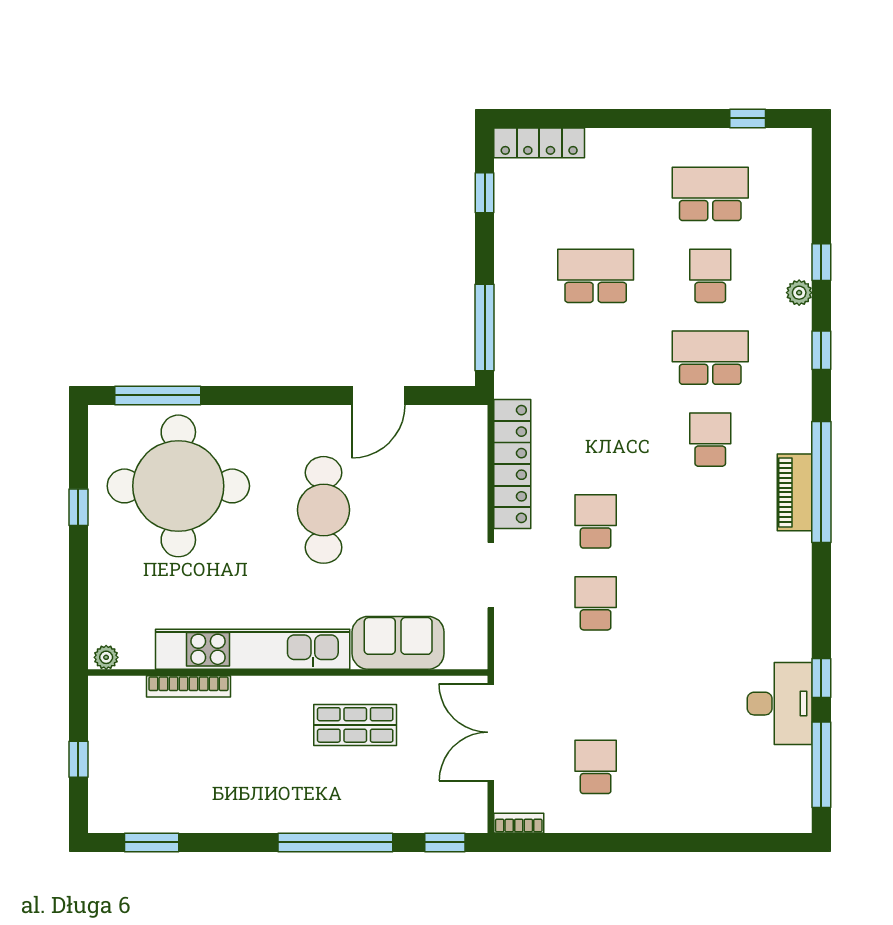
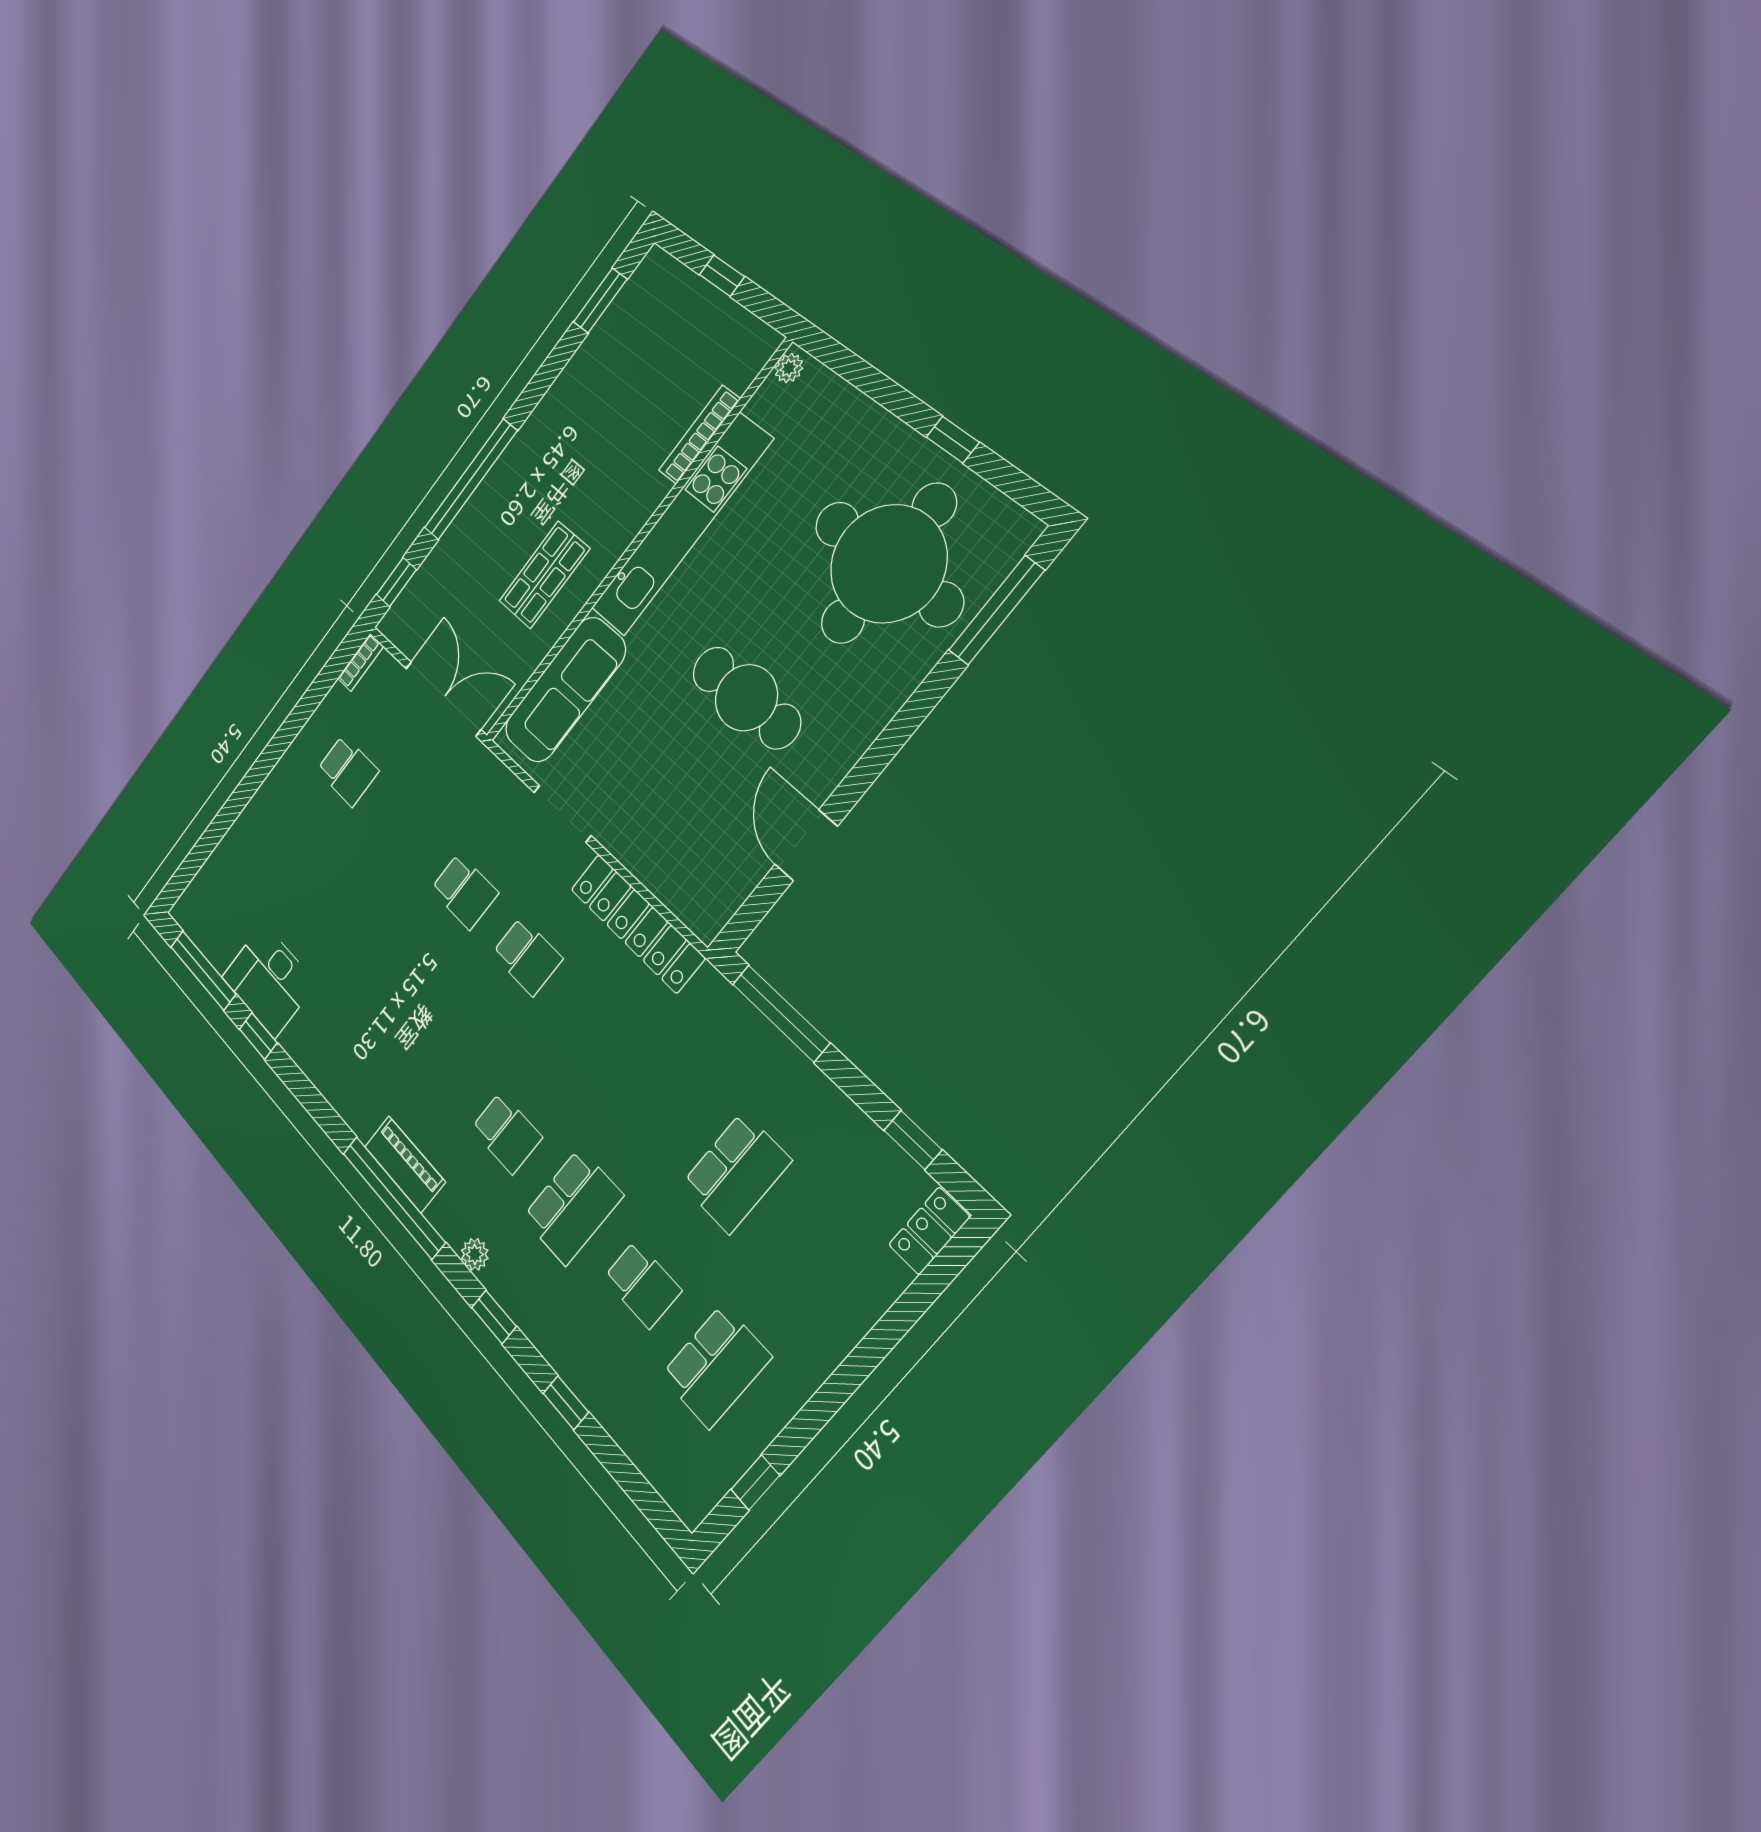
locker: (539, 143) -> (929, 1231), width x0.66
plant: (799, 293) -> (475, 1254), moved
sofa: (398, 643) -> (565, 690), width x1.36

